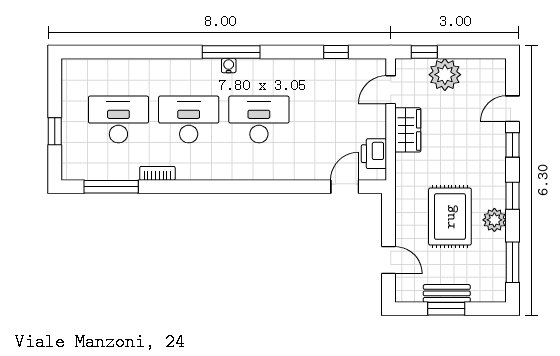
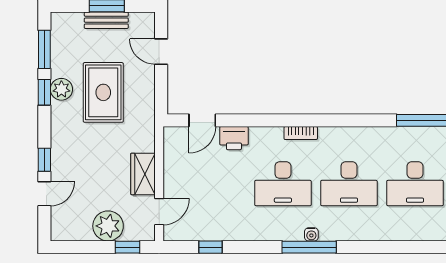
printer: (374, 154) -> (234, 138), moved, turned 90
bookcase: (157, 173) -> (301, 133), moved
window: (513, 196) -> (44, 92), moved

